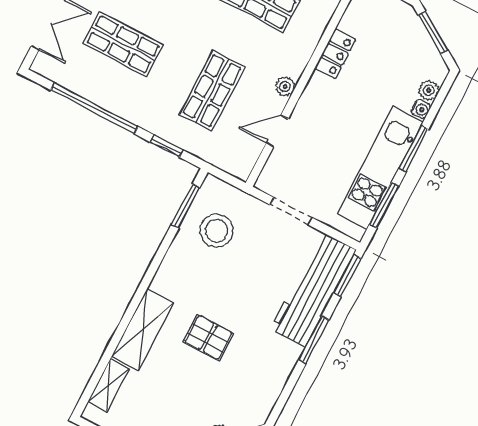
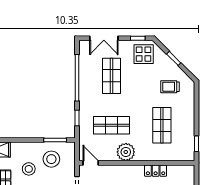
plant: (285, 87) -> (126, 152), width x1.88, depth x1.88
door: (277, 131) -> (91, 163), moved
stool: (213, 281) -> (29, 169), added

